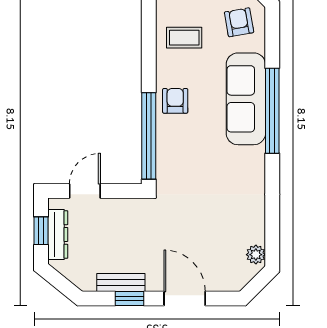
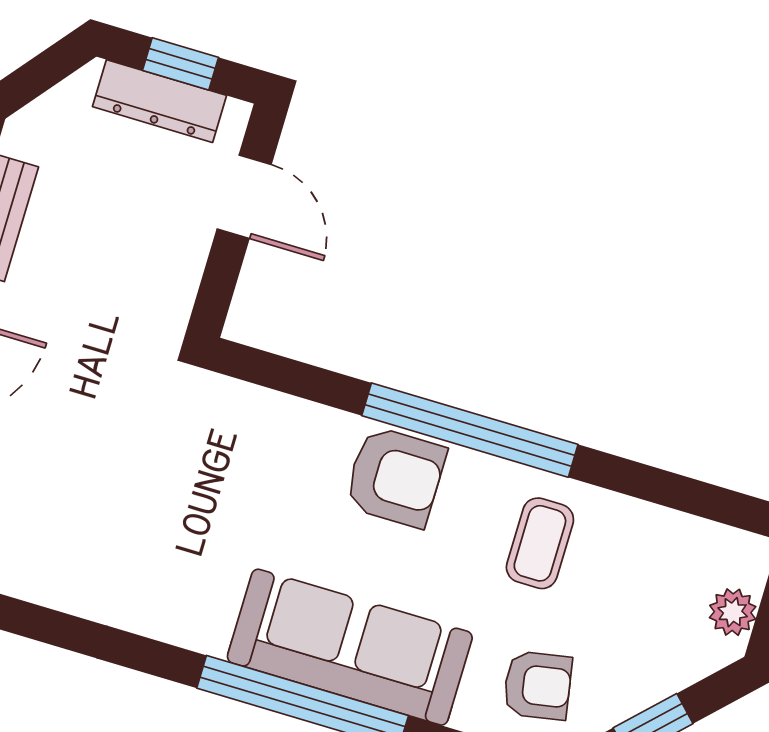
armchair: (175, 101) -> (395, 477), width x1.38, depth x1.38
window: (149, 136) -> (470, 430), moved

